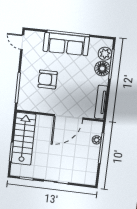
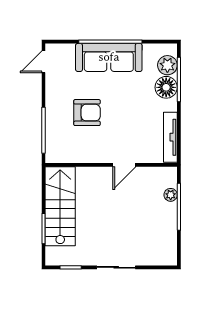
door: (22, 42) -> (43, 62), hinge flipped
armchair: (48, 79) -> (87, 113), turned 180
door: (69, 117) -> (124, 165), width x0.53

